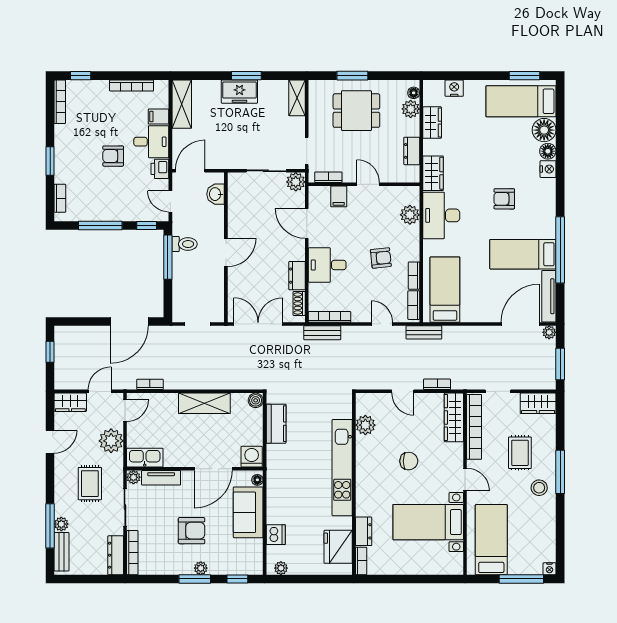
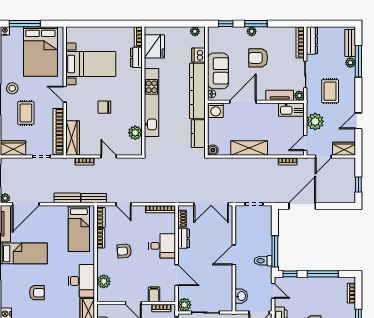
bench: (322, 333) -> (67, 198), moved
kitchen counter: (277, 484) -> (197, 91), added
bed: (491, 540) -> (40, 52), width x1.50

